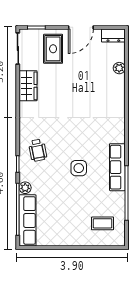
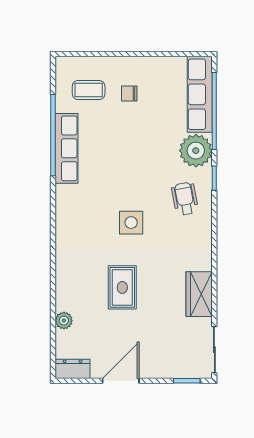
rug: (53, 49) -> (122, 287), moved
row of seats: (117, 167) -> (67, 148), moved
side table: (79, 168) -> (131, 223), moved
plant: (25, 188) -> (196, 151), width x1.87, depth x1.87
chair: (75, 221) -> (129, 93), added

